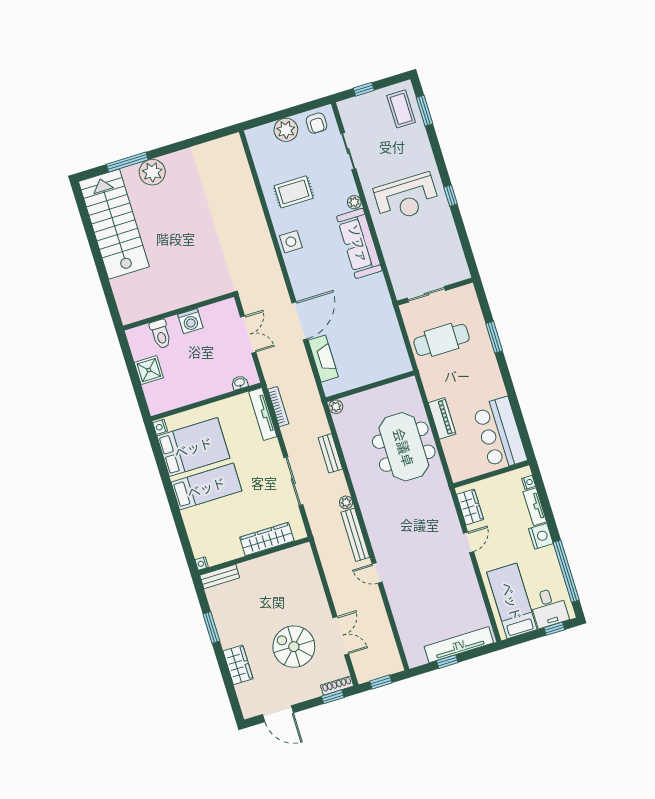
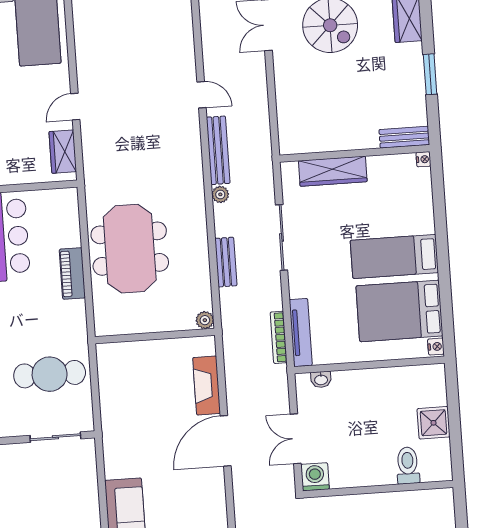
washing machine: (190, 321) -> (315, 477), moved

